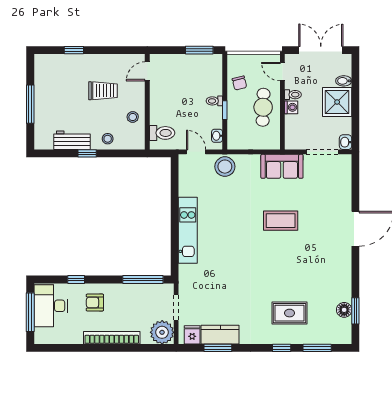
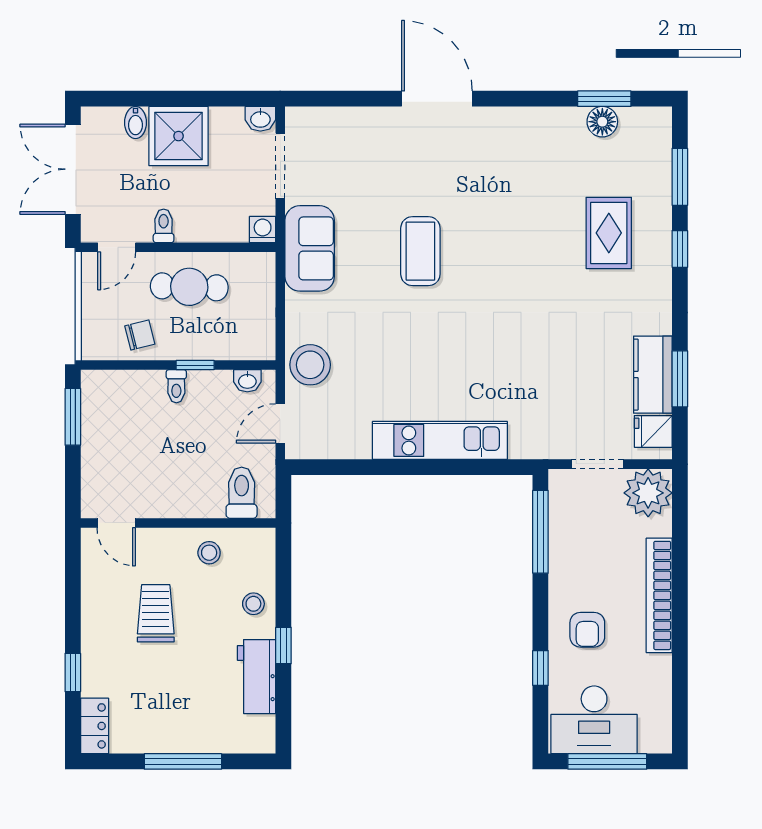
locker: (48, 61) -> (95, 726), added
washing machine: (291, 107) -> (263, 230), moved

